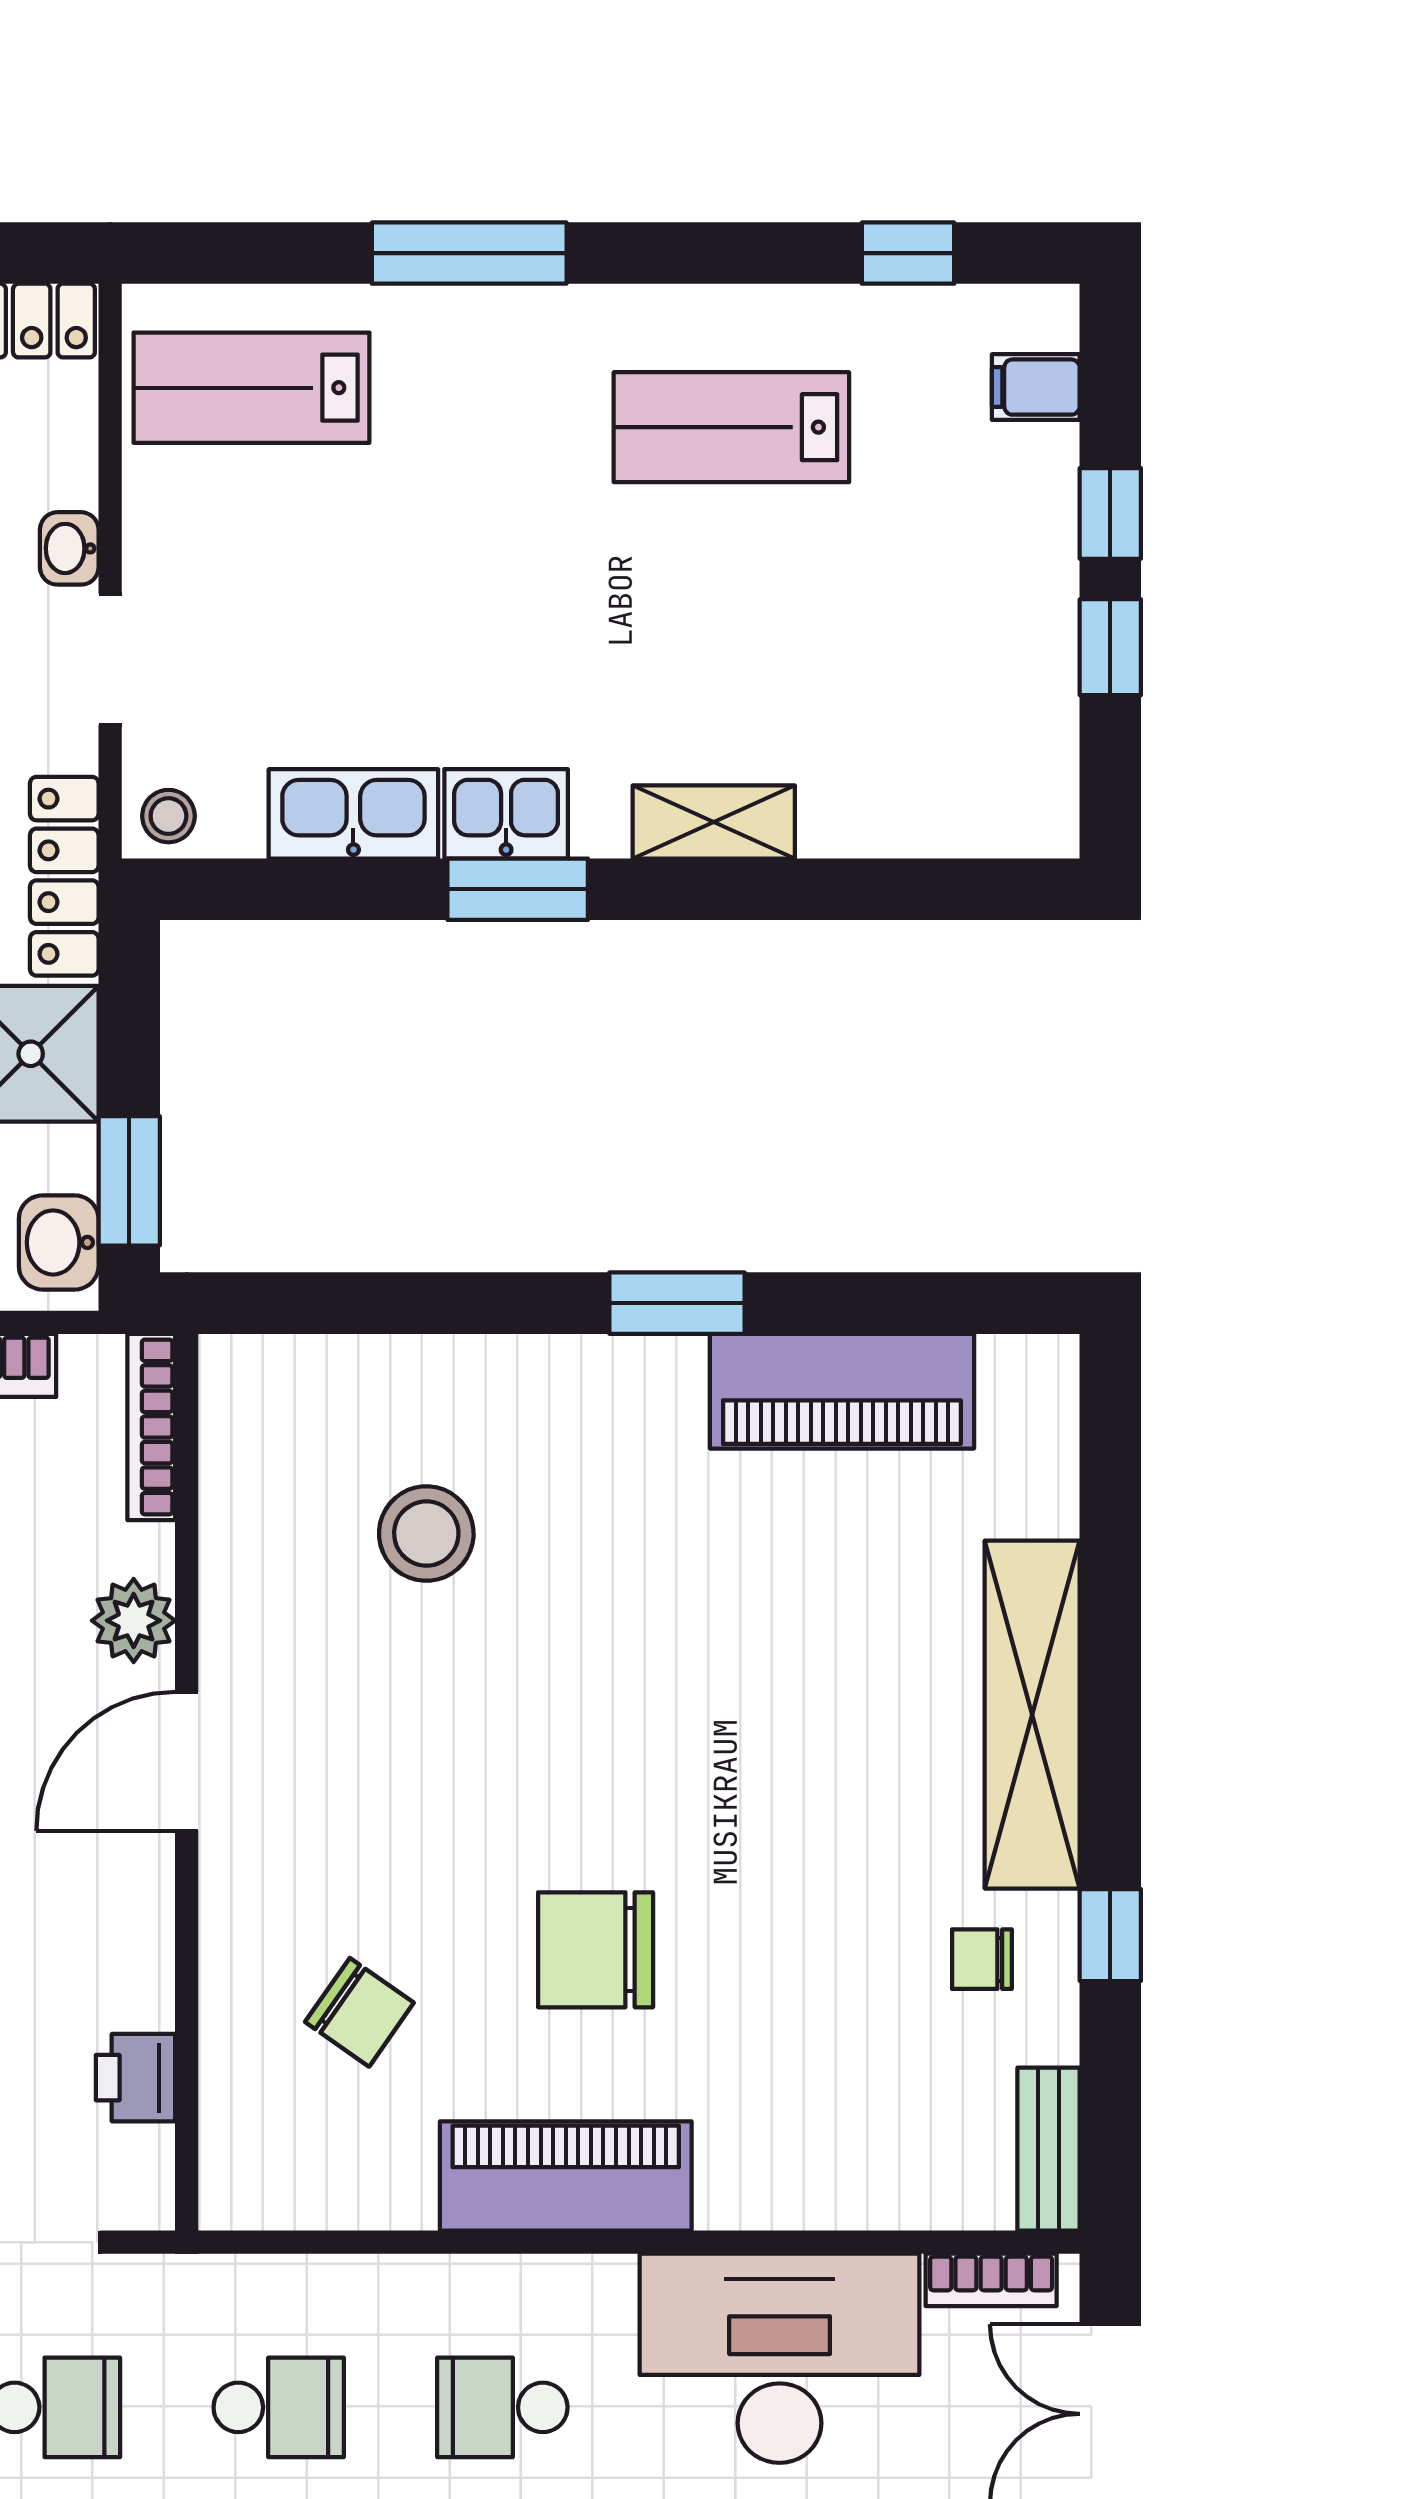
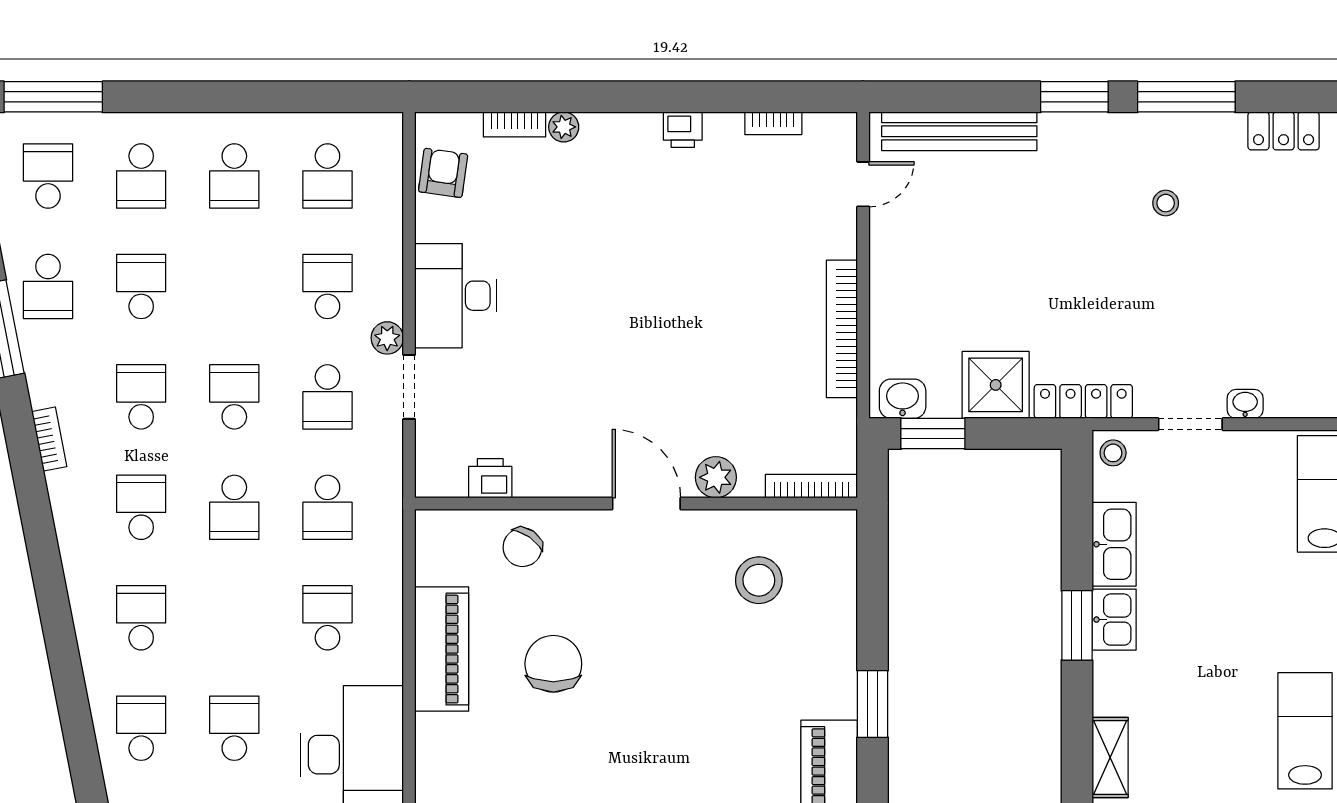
shelving: (714, 822) -> (1110, 757), moved
bookcase: (151, 1427) -> (811, 486), moved
plant: (134, 1621) -> (716, 477), moved
door: (187, 1761) -> (646, 504), moved
wall: (187, 1782) -> (636, 504), moved
printer: (135, 2078) -> (490, 478), moved

